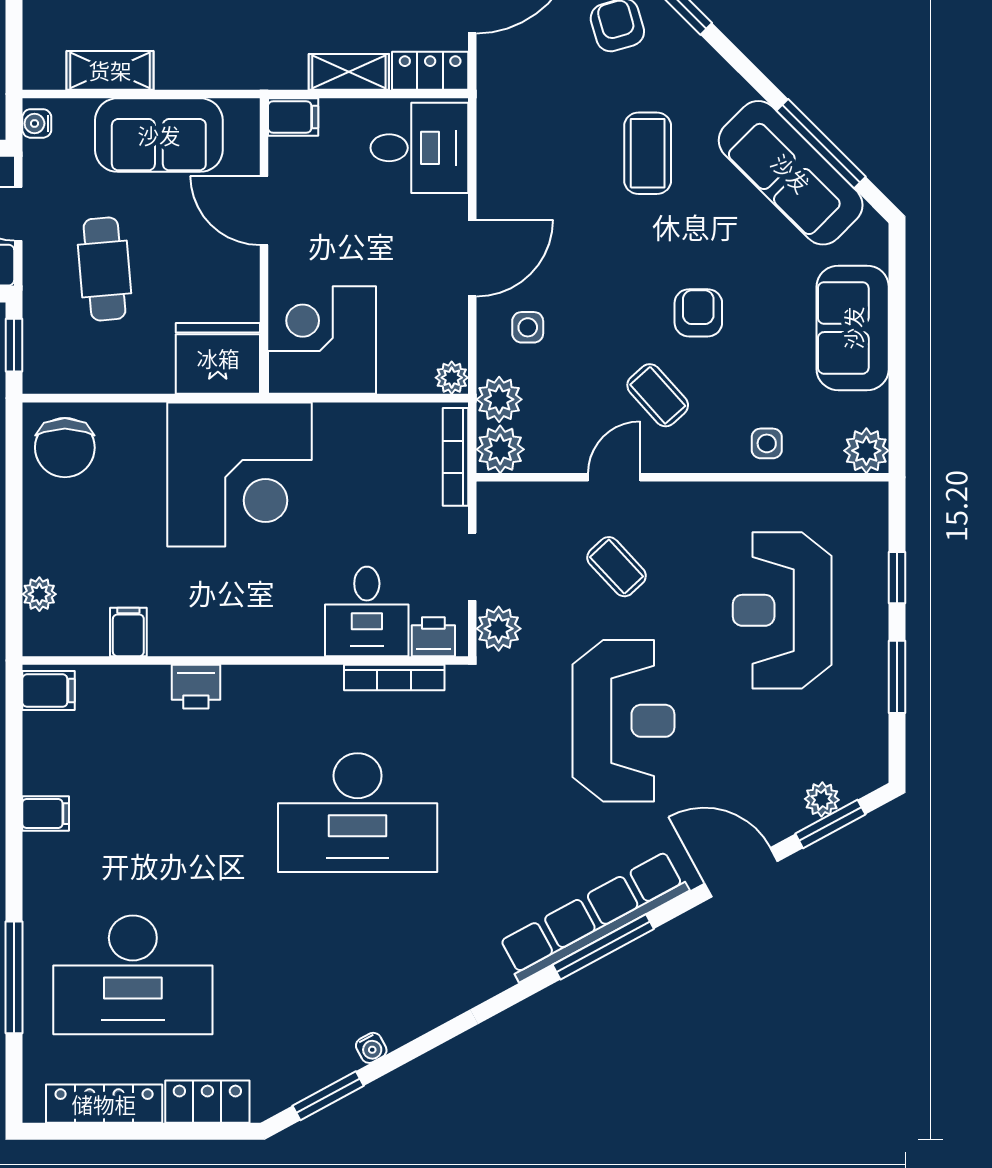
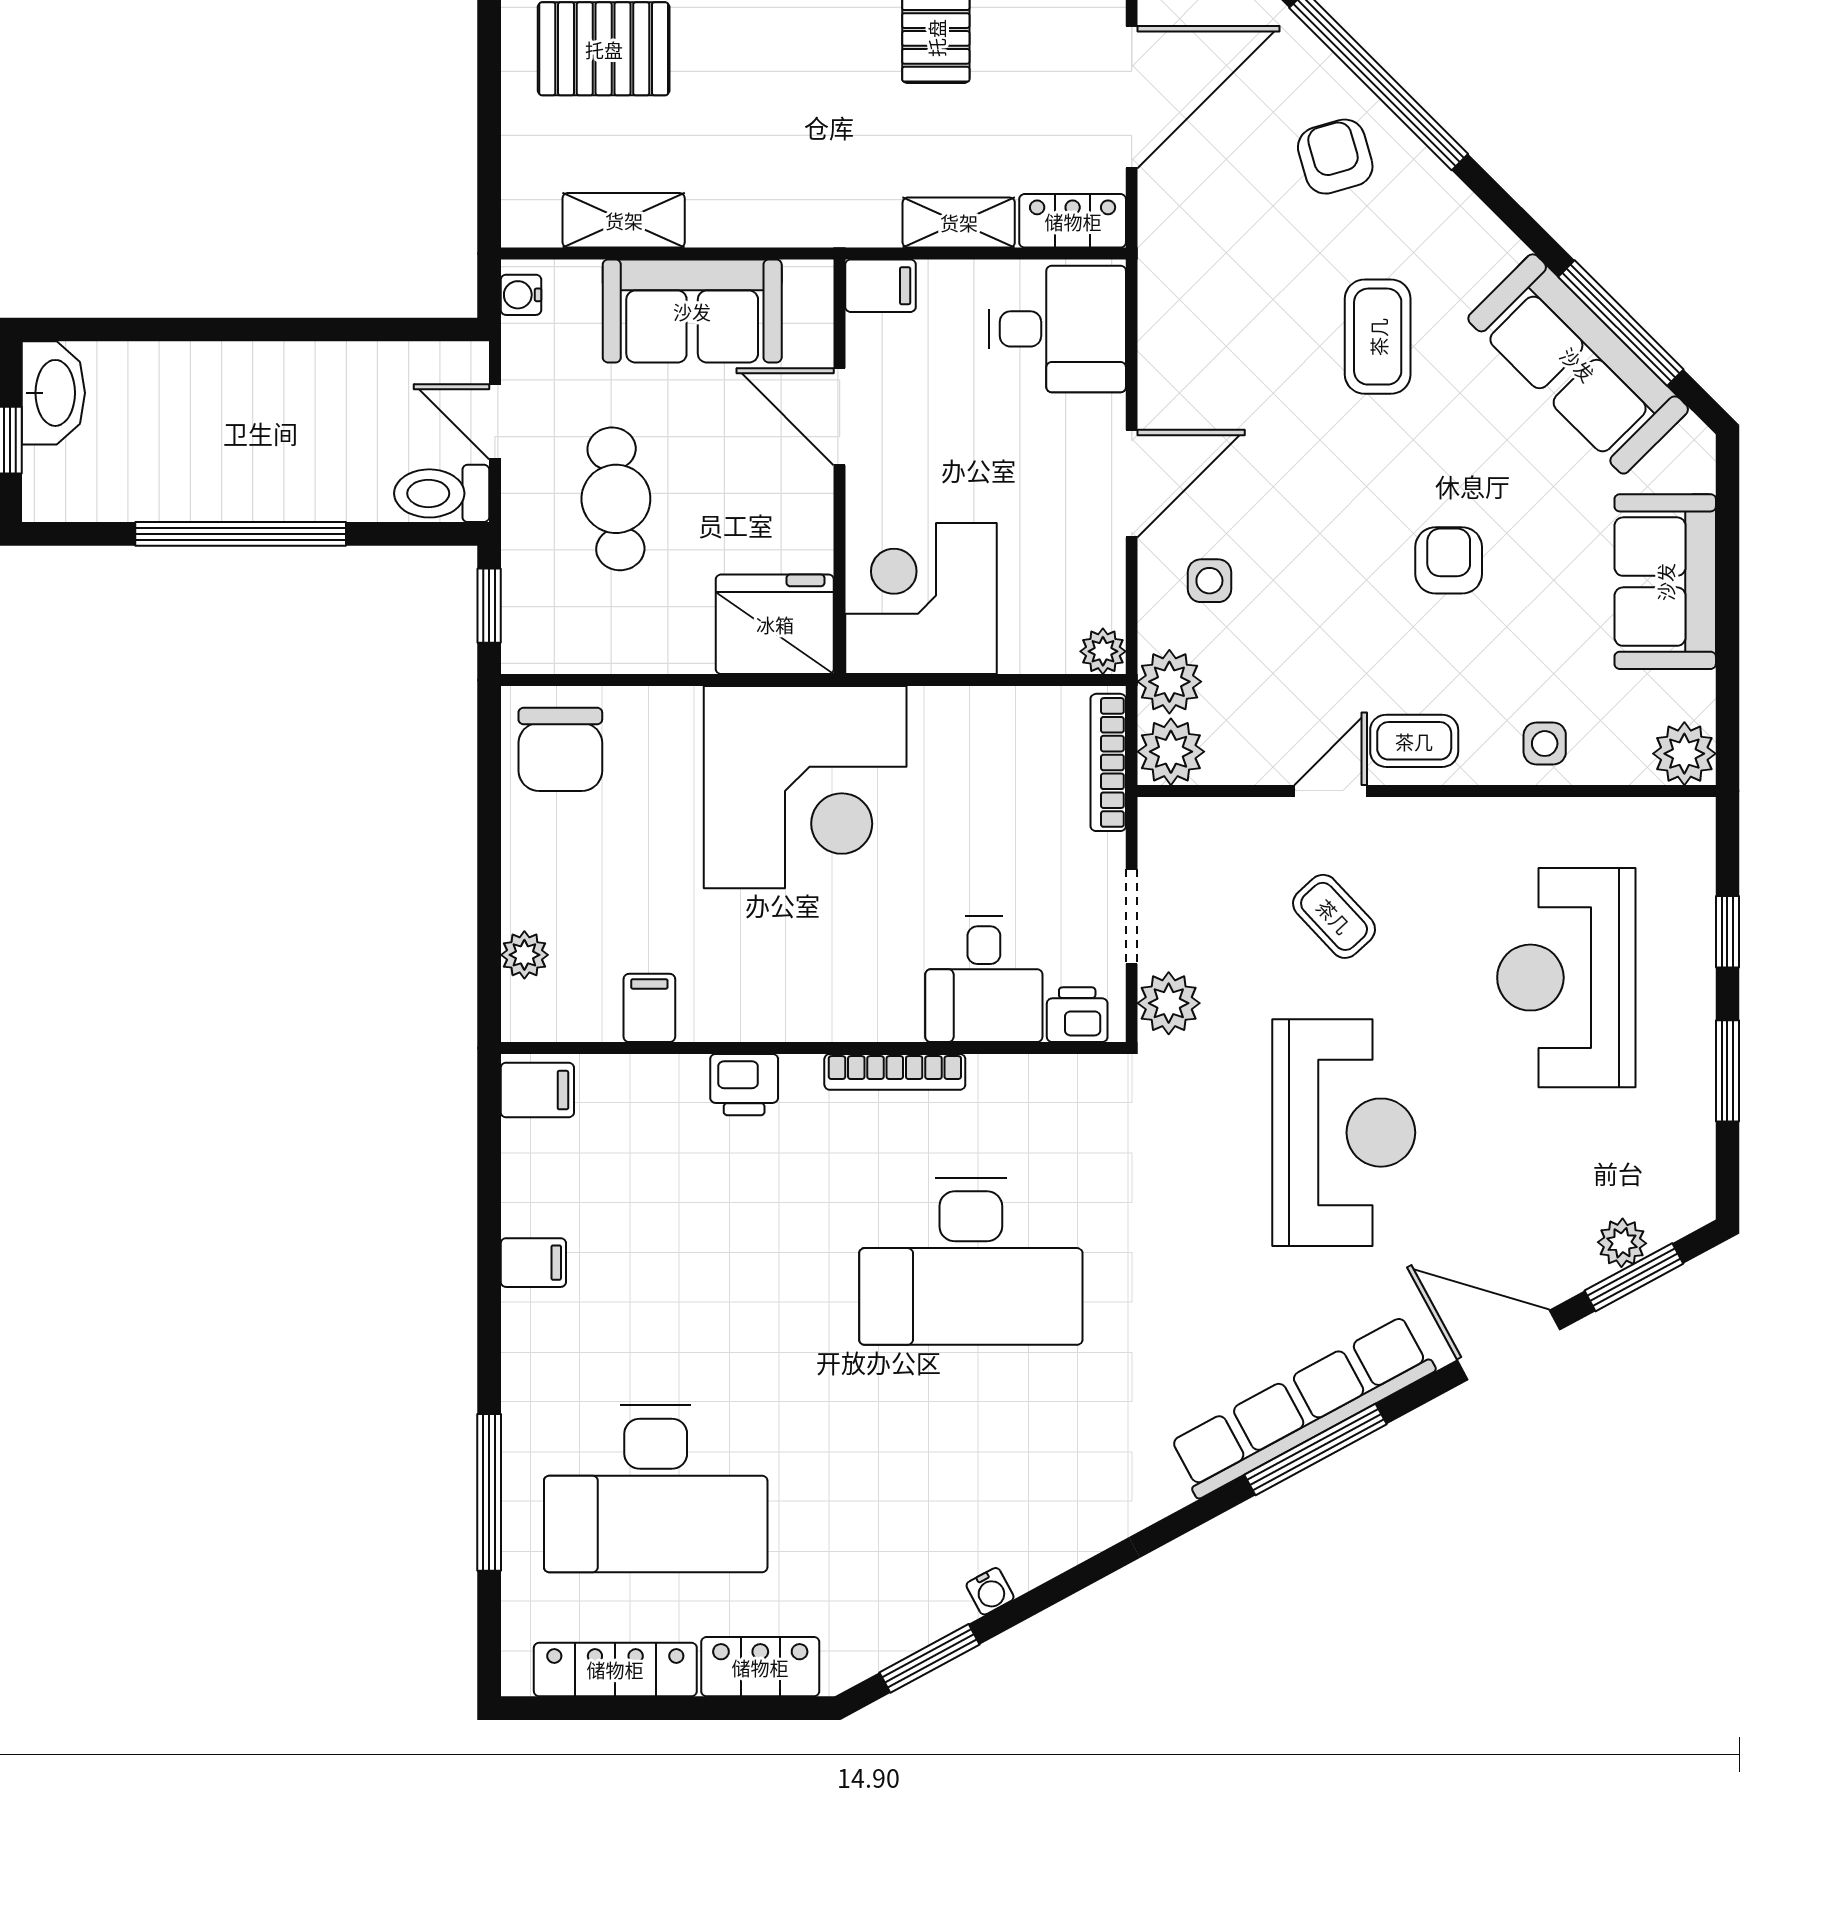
coffee table: (658, 395) -> (1414, 741), moved, turned -48
bookcase: (394, 678) -> (895, 1072), moved

